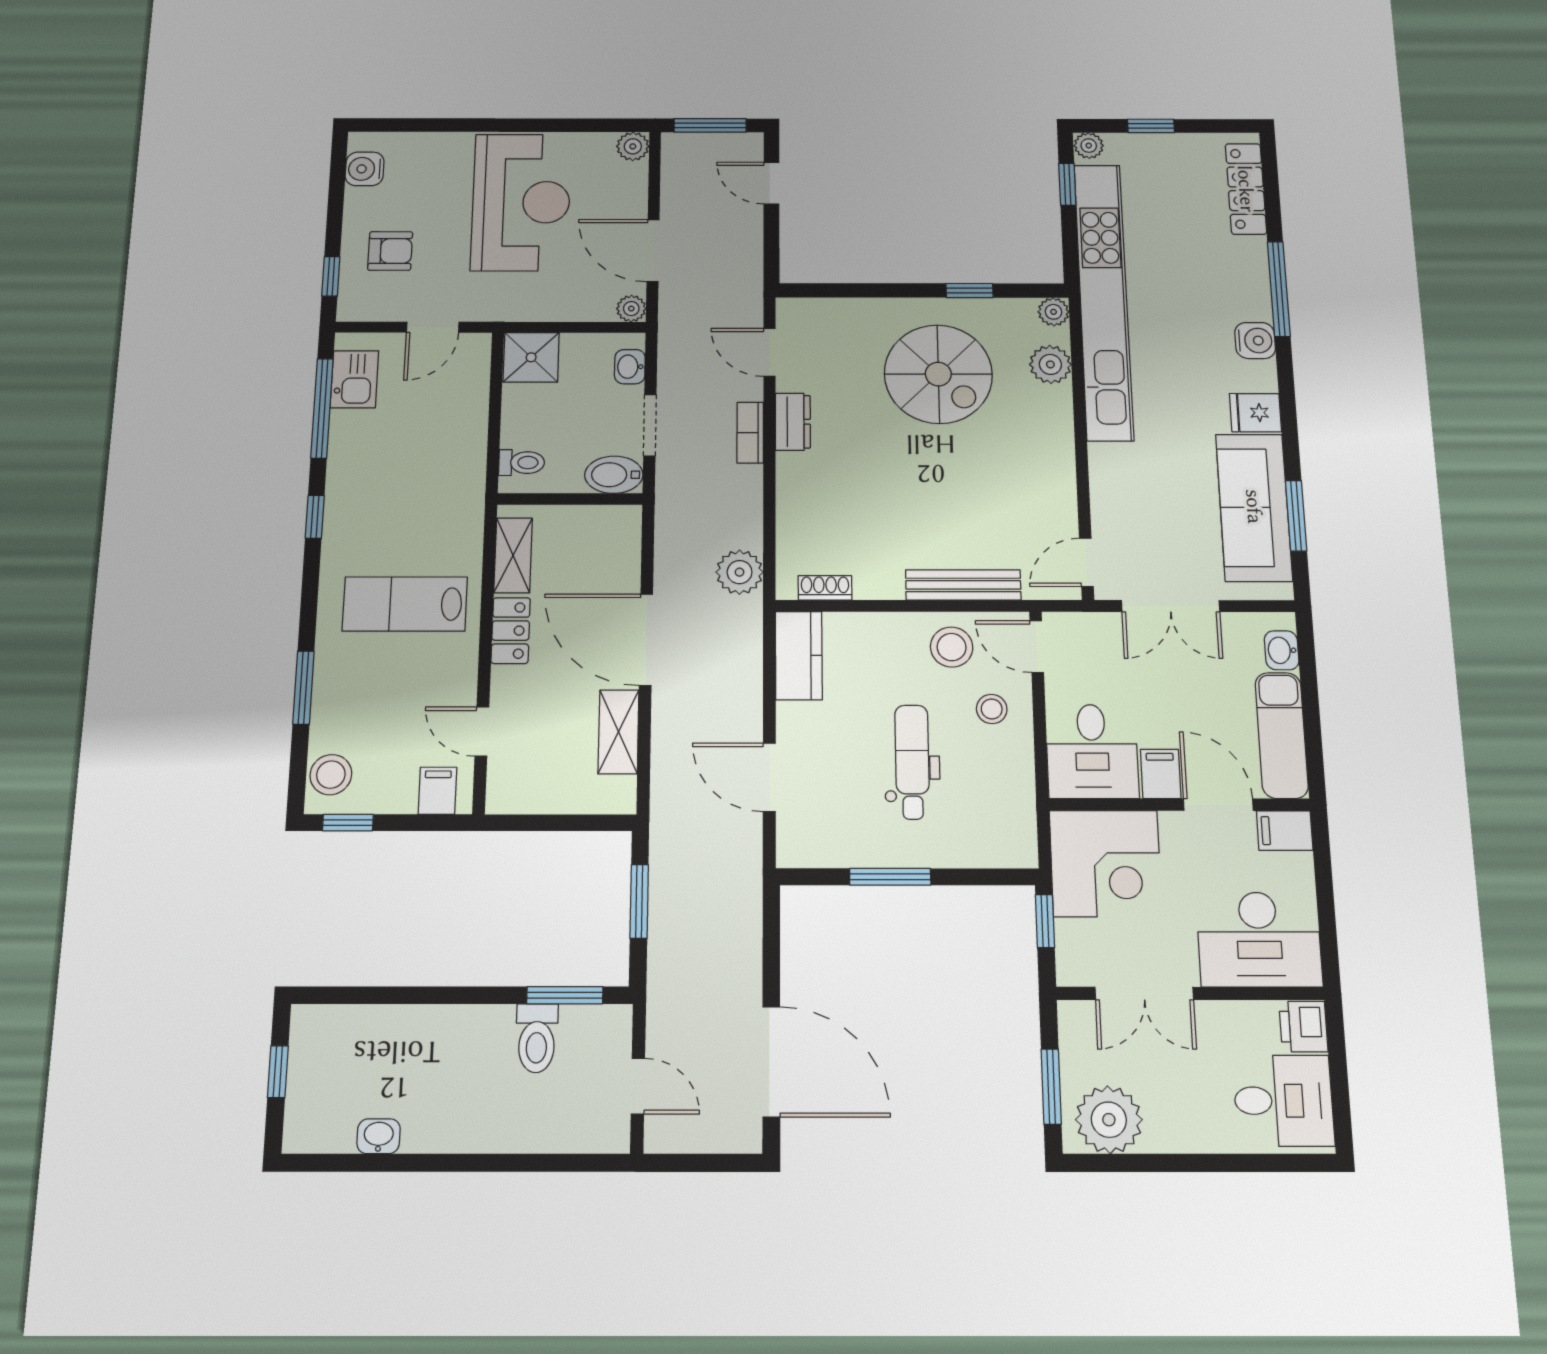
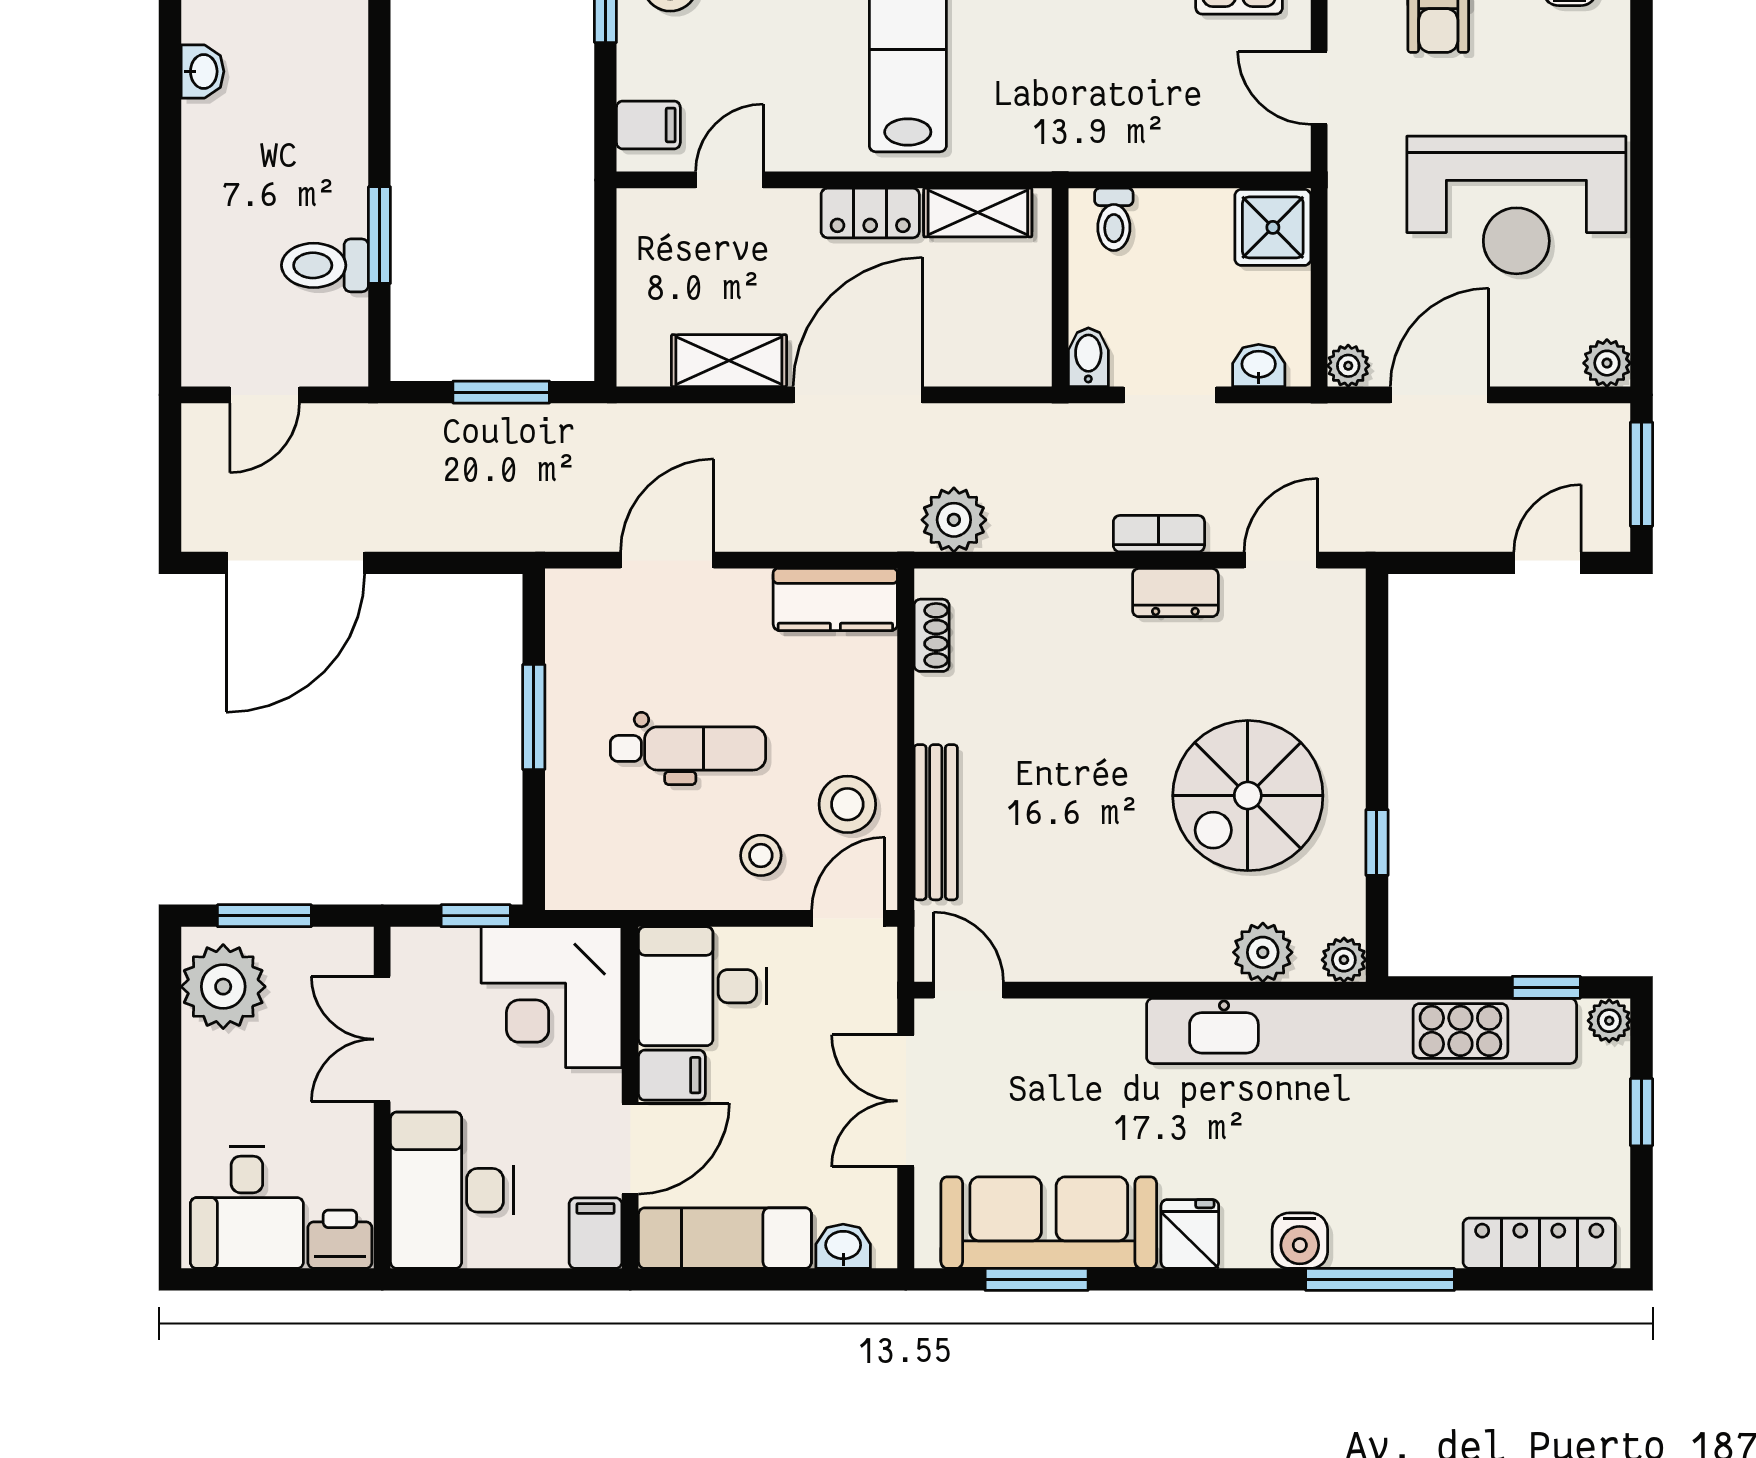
bidet: (614, 475) -> (1088, 357), width x0.72, depth x0.74
window: (565, 995) -> (379, 235), moved

